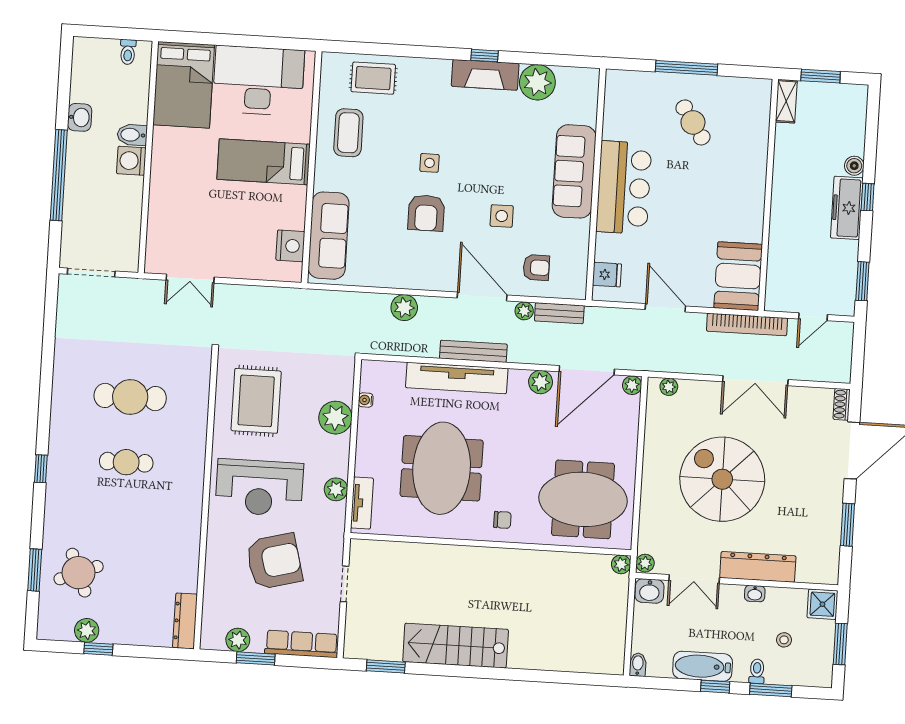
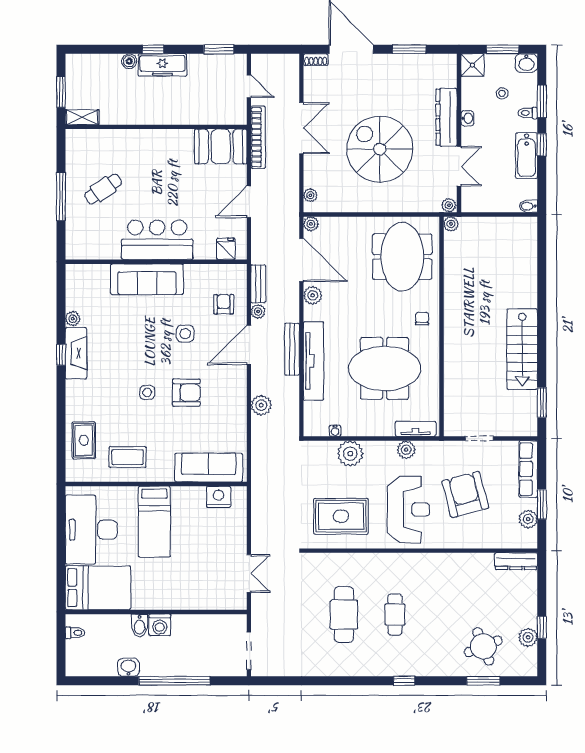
plant: (537, 82) -> (73, 319), width x0.53, depth x0.53
spiral stairs: (722, 479) -> (380, 149), turned 90
washbasin: (649, 591) -> (526, 63), moved, turned 90

